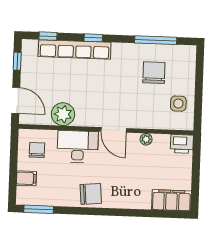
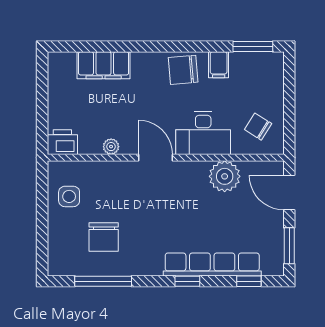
window: (17, 61) -> (289, 246), width x1.50
chair: (37, 150) -> (258, 127), turned 122
filing cabinet: (26, 178) -> (219, 65), moved, turned -90
filing cabinet: (171, 200) -> (104, 65), moved

